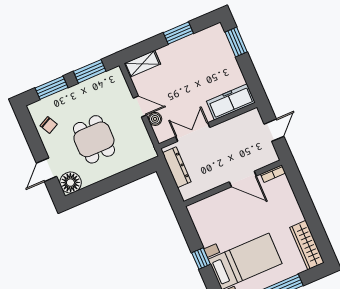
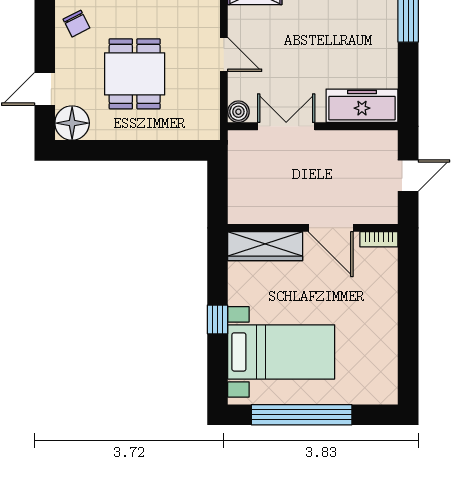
boiler: (155, 119) -> (238, 112), moved
dresser: (177, 167) -> (240, 168), removed
wardrobe: (307, 245) -> (265, 246), moved, turned -90

